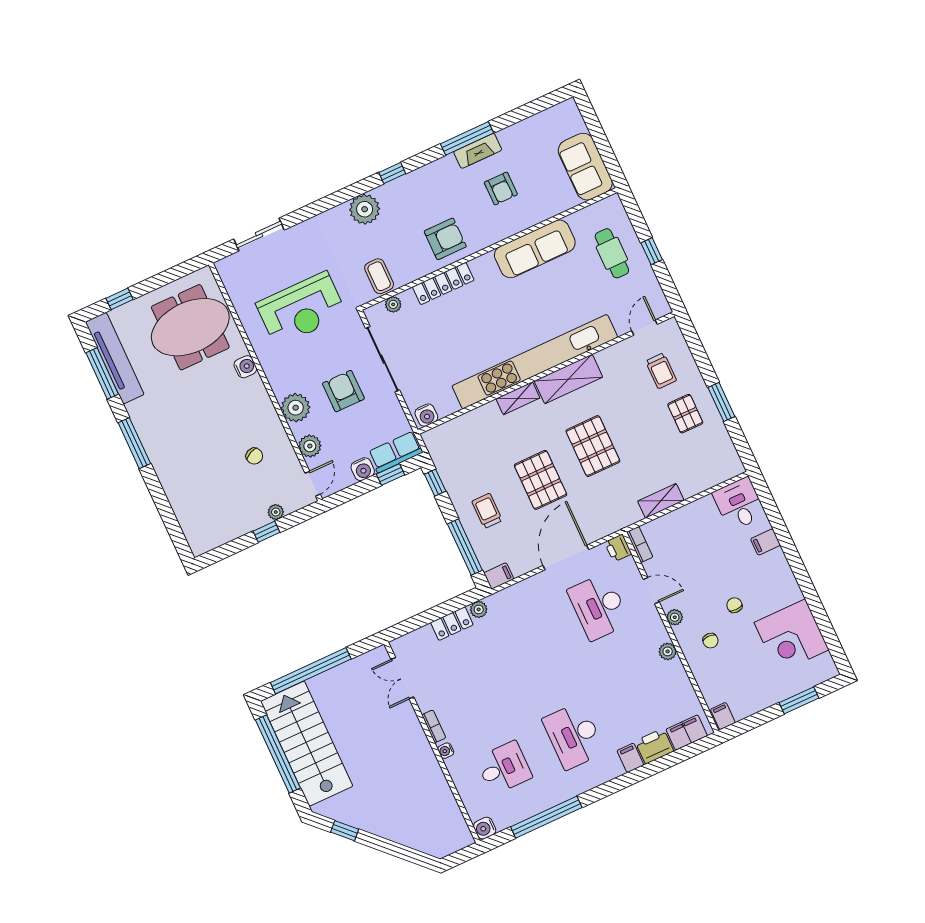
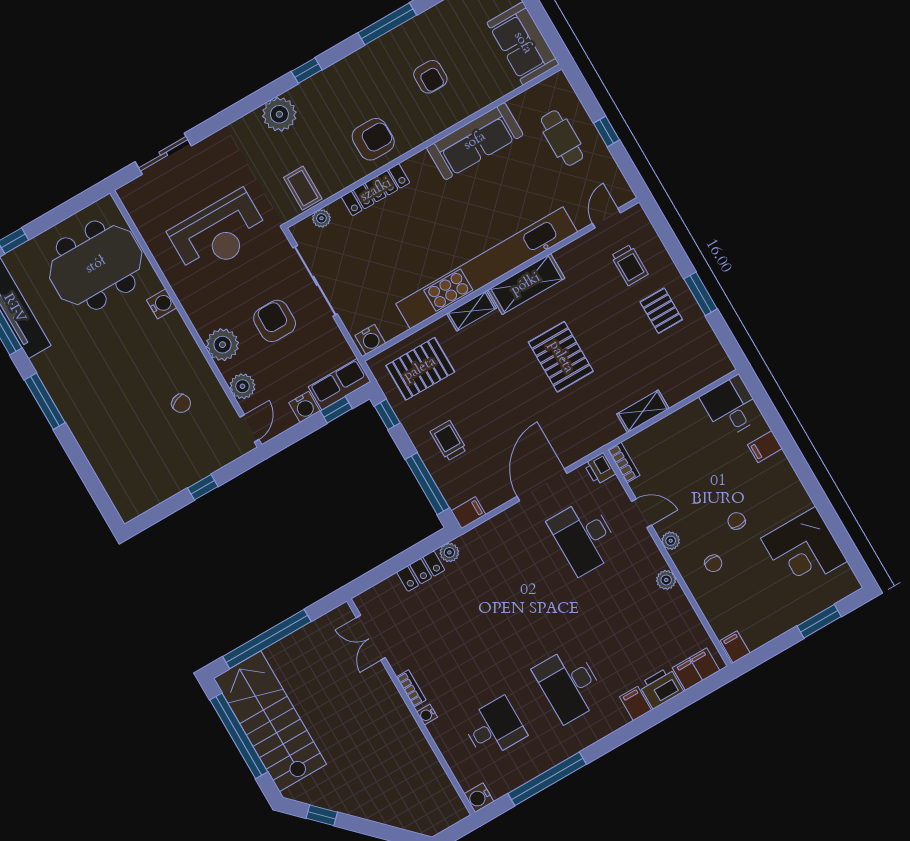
fireplace: (478, 151) -> (400, 37), removed
pallet: (541, 480) -> (420, 369), moved, turned 90
plant: (276, 512) -> (211, 464), removed

